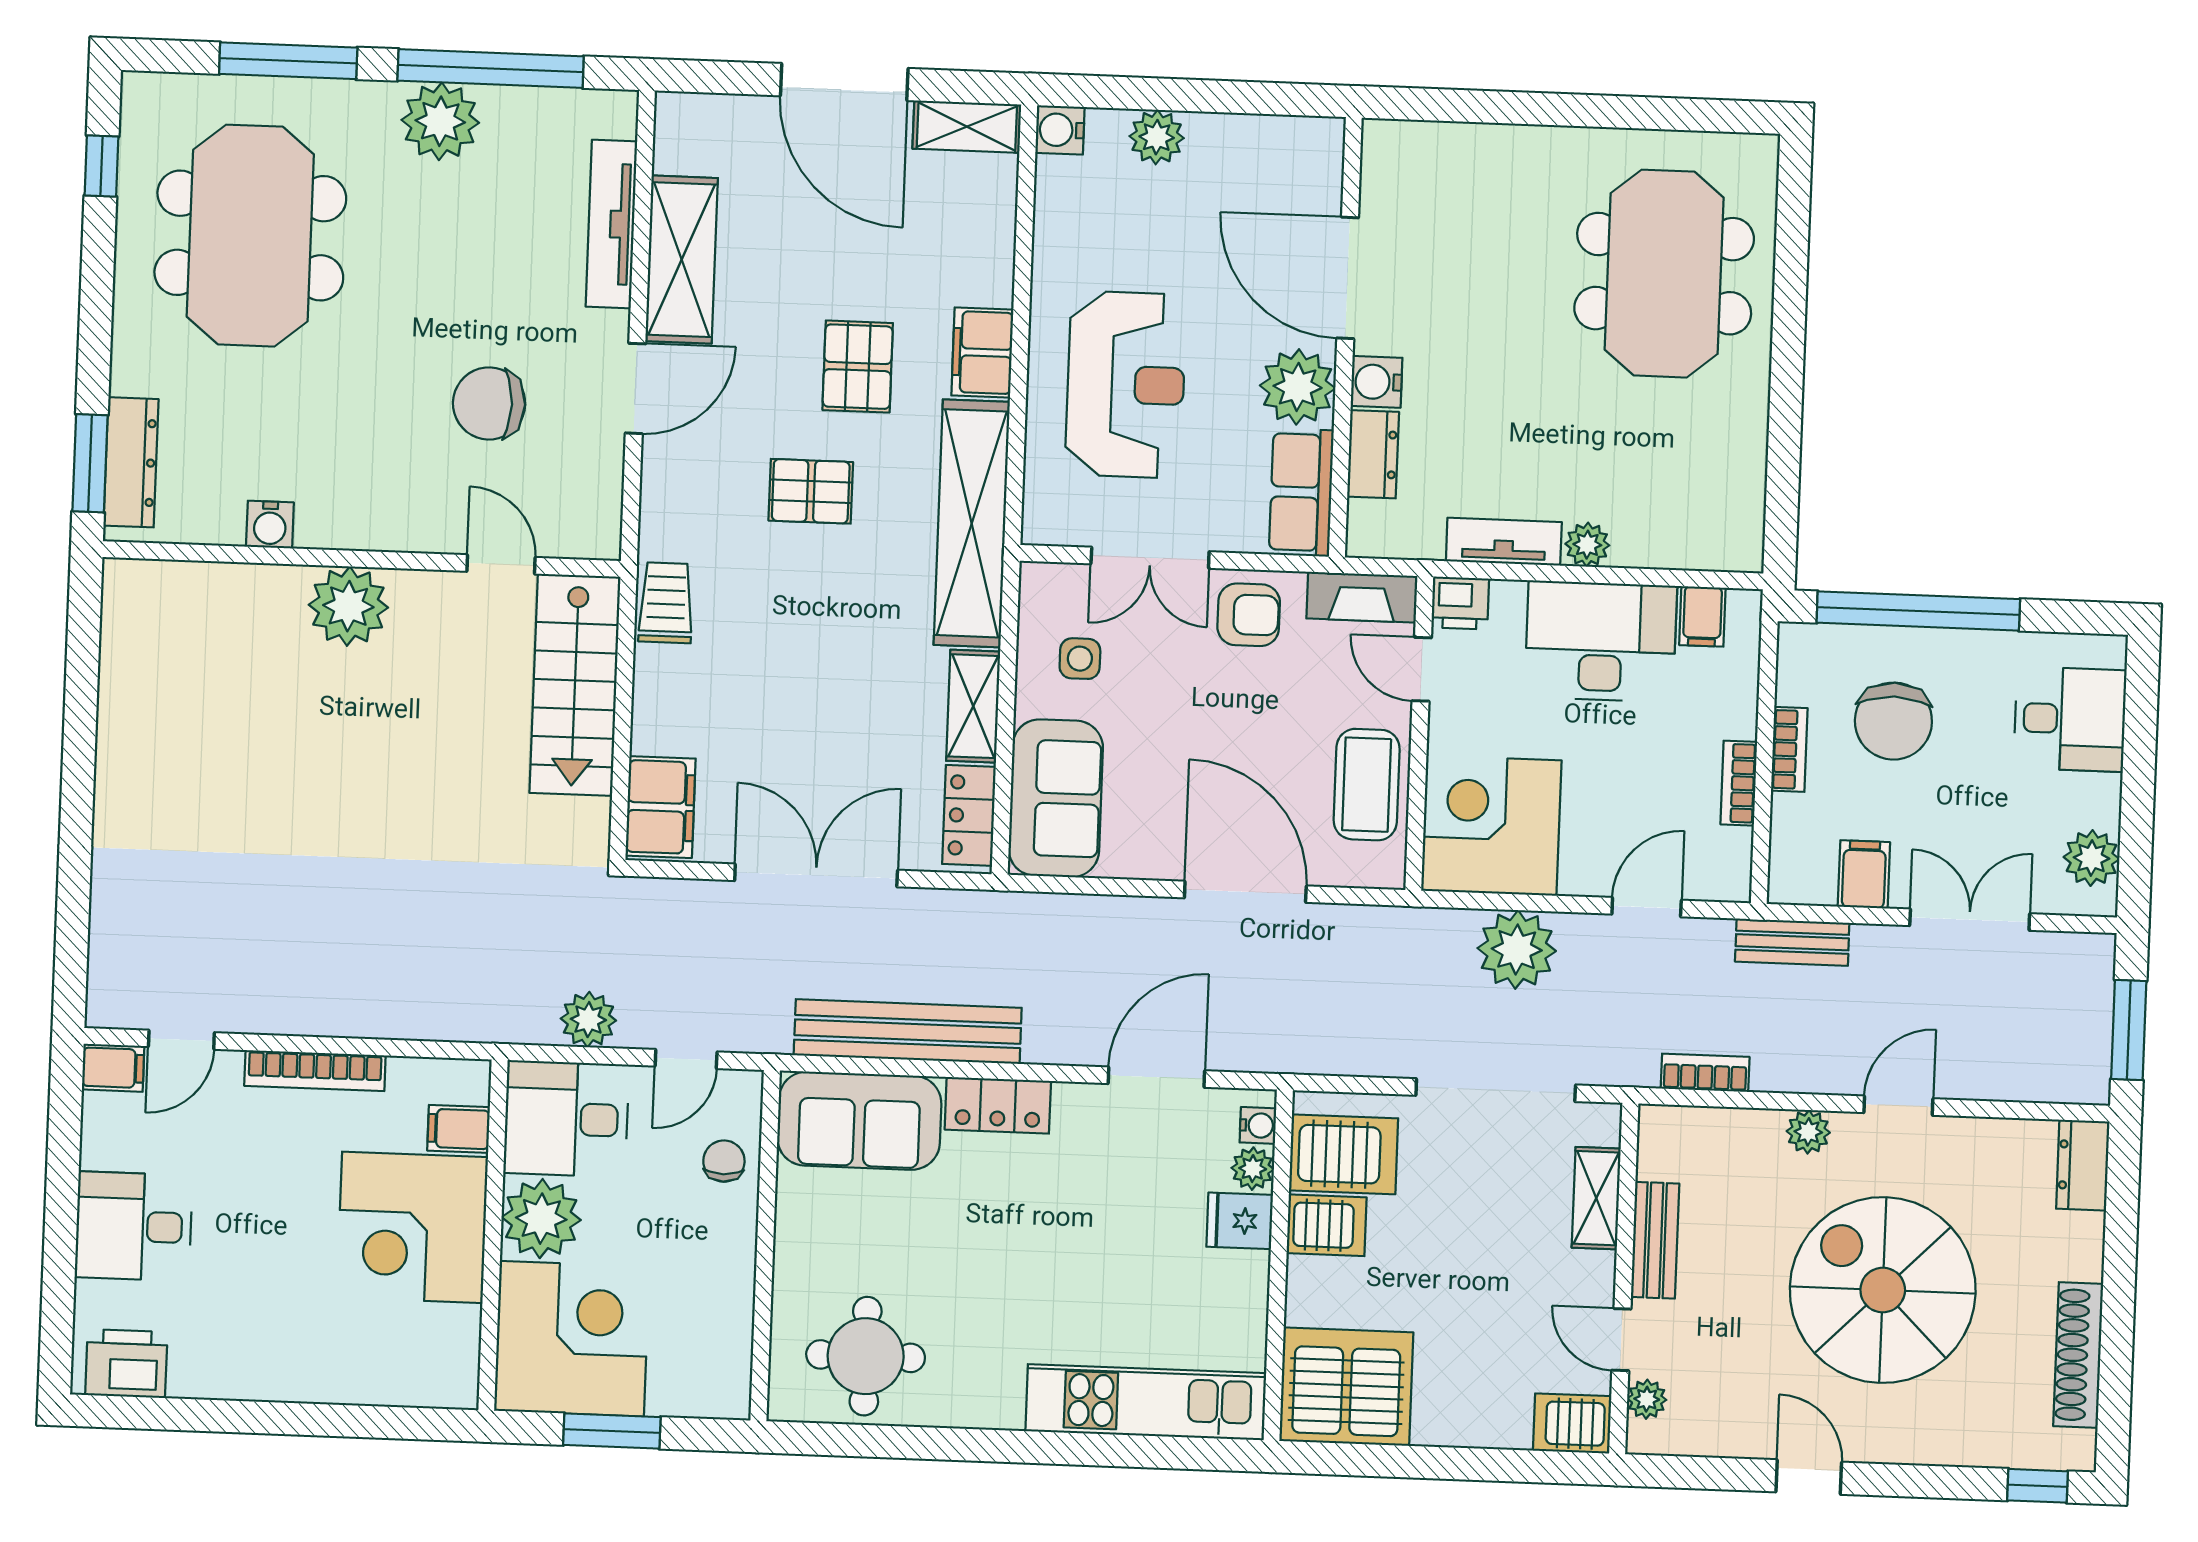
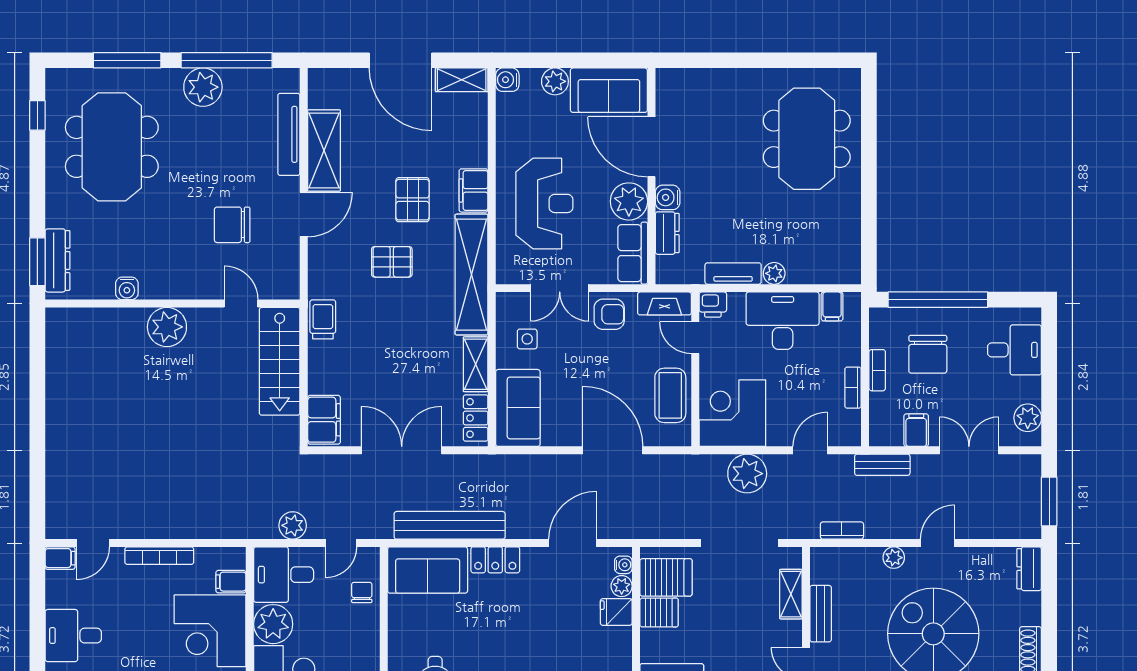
sofa: (1266, 159) -> (609, 90), added

